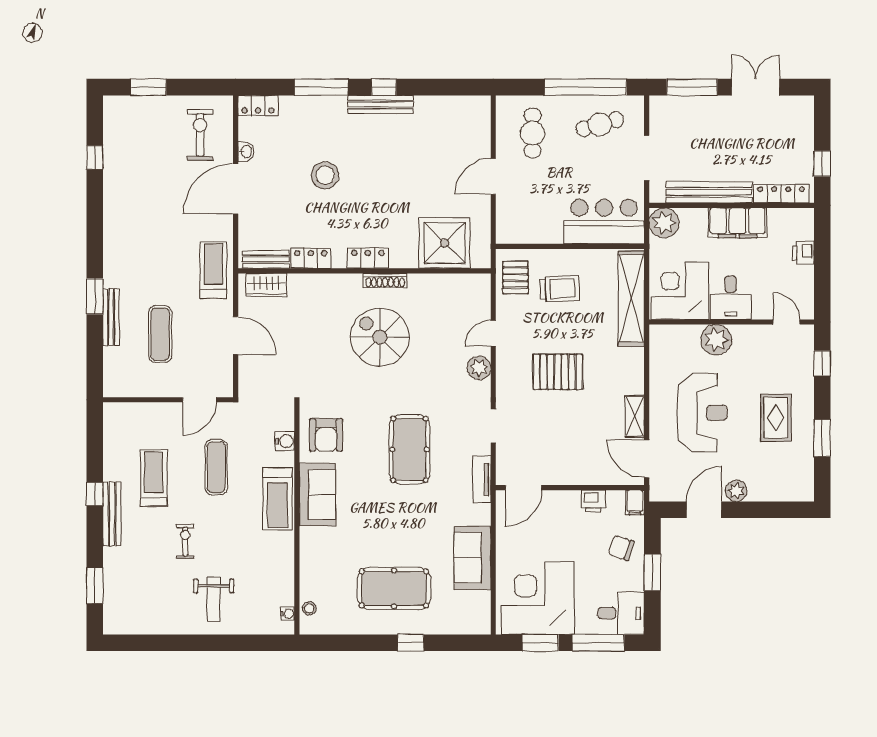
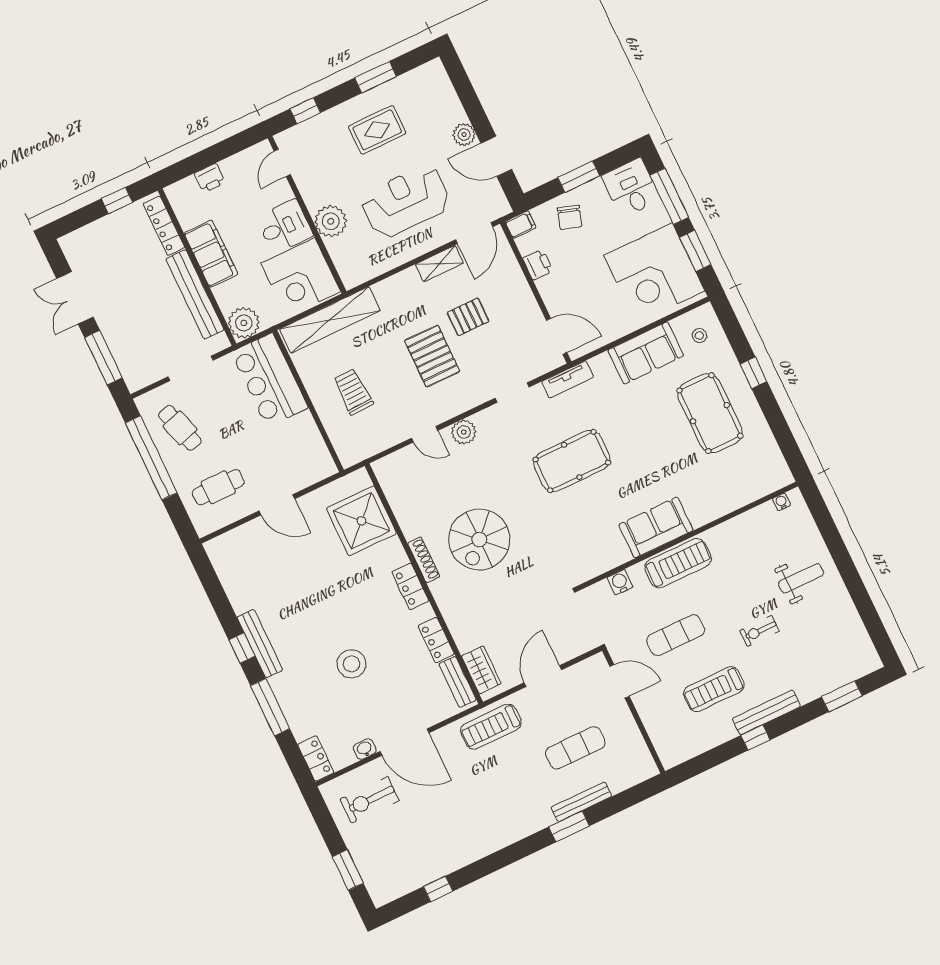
pallet: (515, 277) -> (468, 317), moved
armchair: (326, 435) -> (596, 546), removed
stool: (309, 608) -> (700, 335), moved

